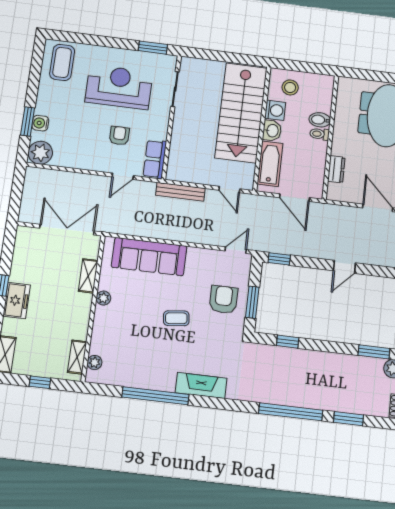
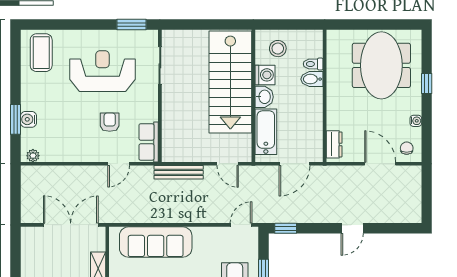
toilet: (320, 134) -> (313, 64), moved
plant: (40, 153) -> (33, 156), width x0.53, depth x0.53
dresser: (336, 169) -> (334, 144), moved
door: (295, 198) -> (294, 164), hinge flipped

